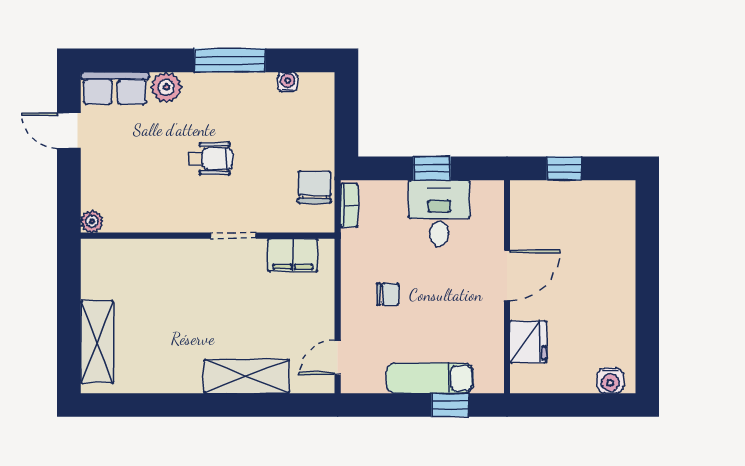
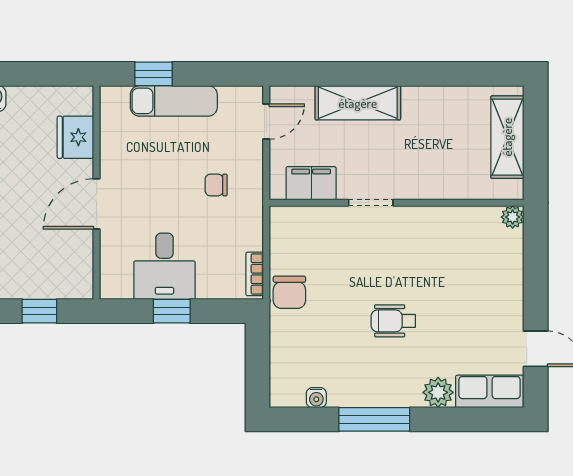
plant: (92, 221) -> (513, 217), moved
wall: (208, 236) -> (397, 203), moved
doorway: (233, 236) -> (371, 203), moved
filing cabinet: (293, 255) -> (311, 183), moved

